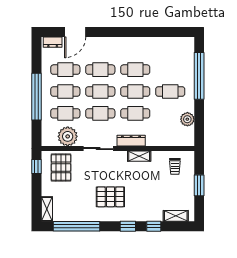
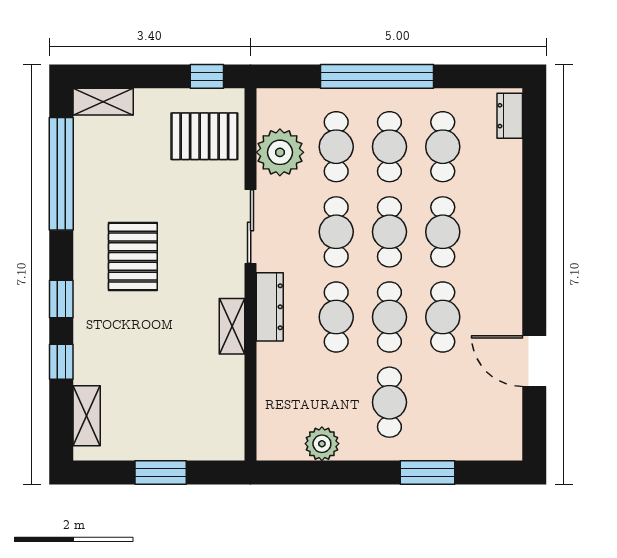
door: (75, 32) -> (534, 361), moved
window: (199, 76) -> (428, 472), width x0.47
trolley: (175, 166) -> (207, 413), removed

